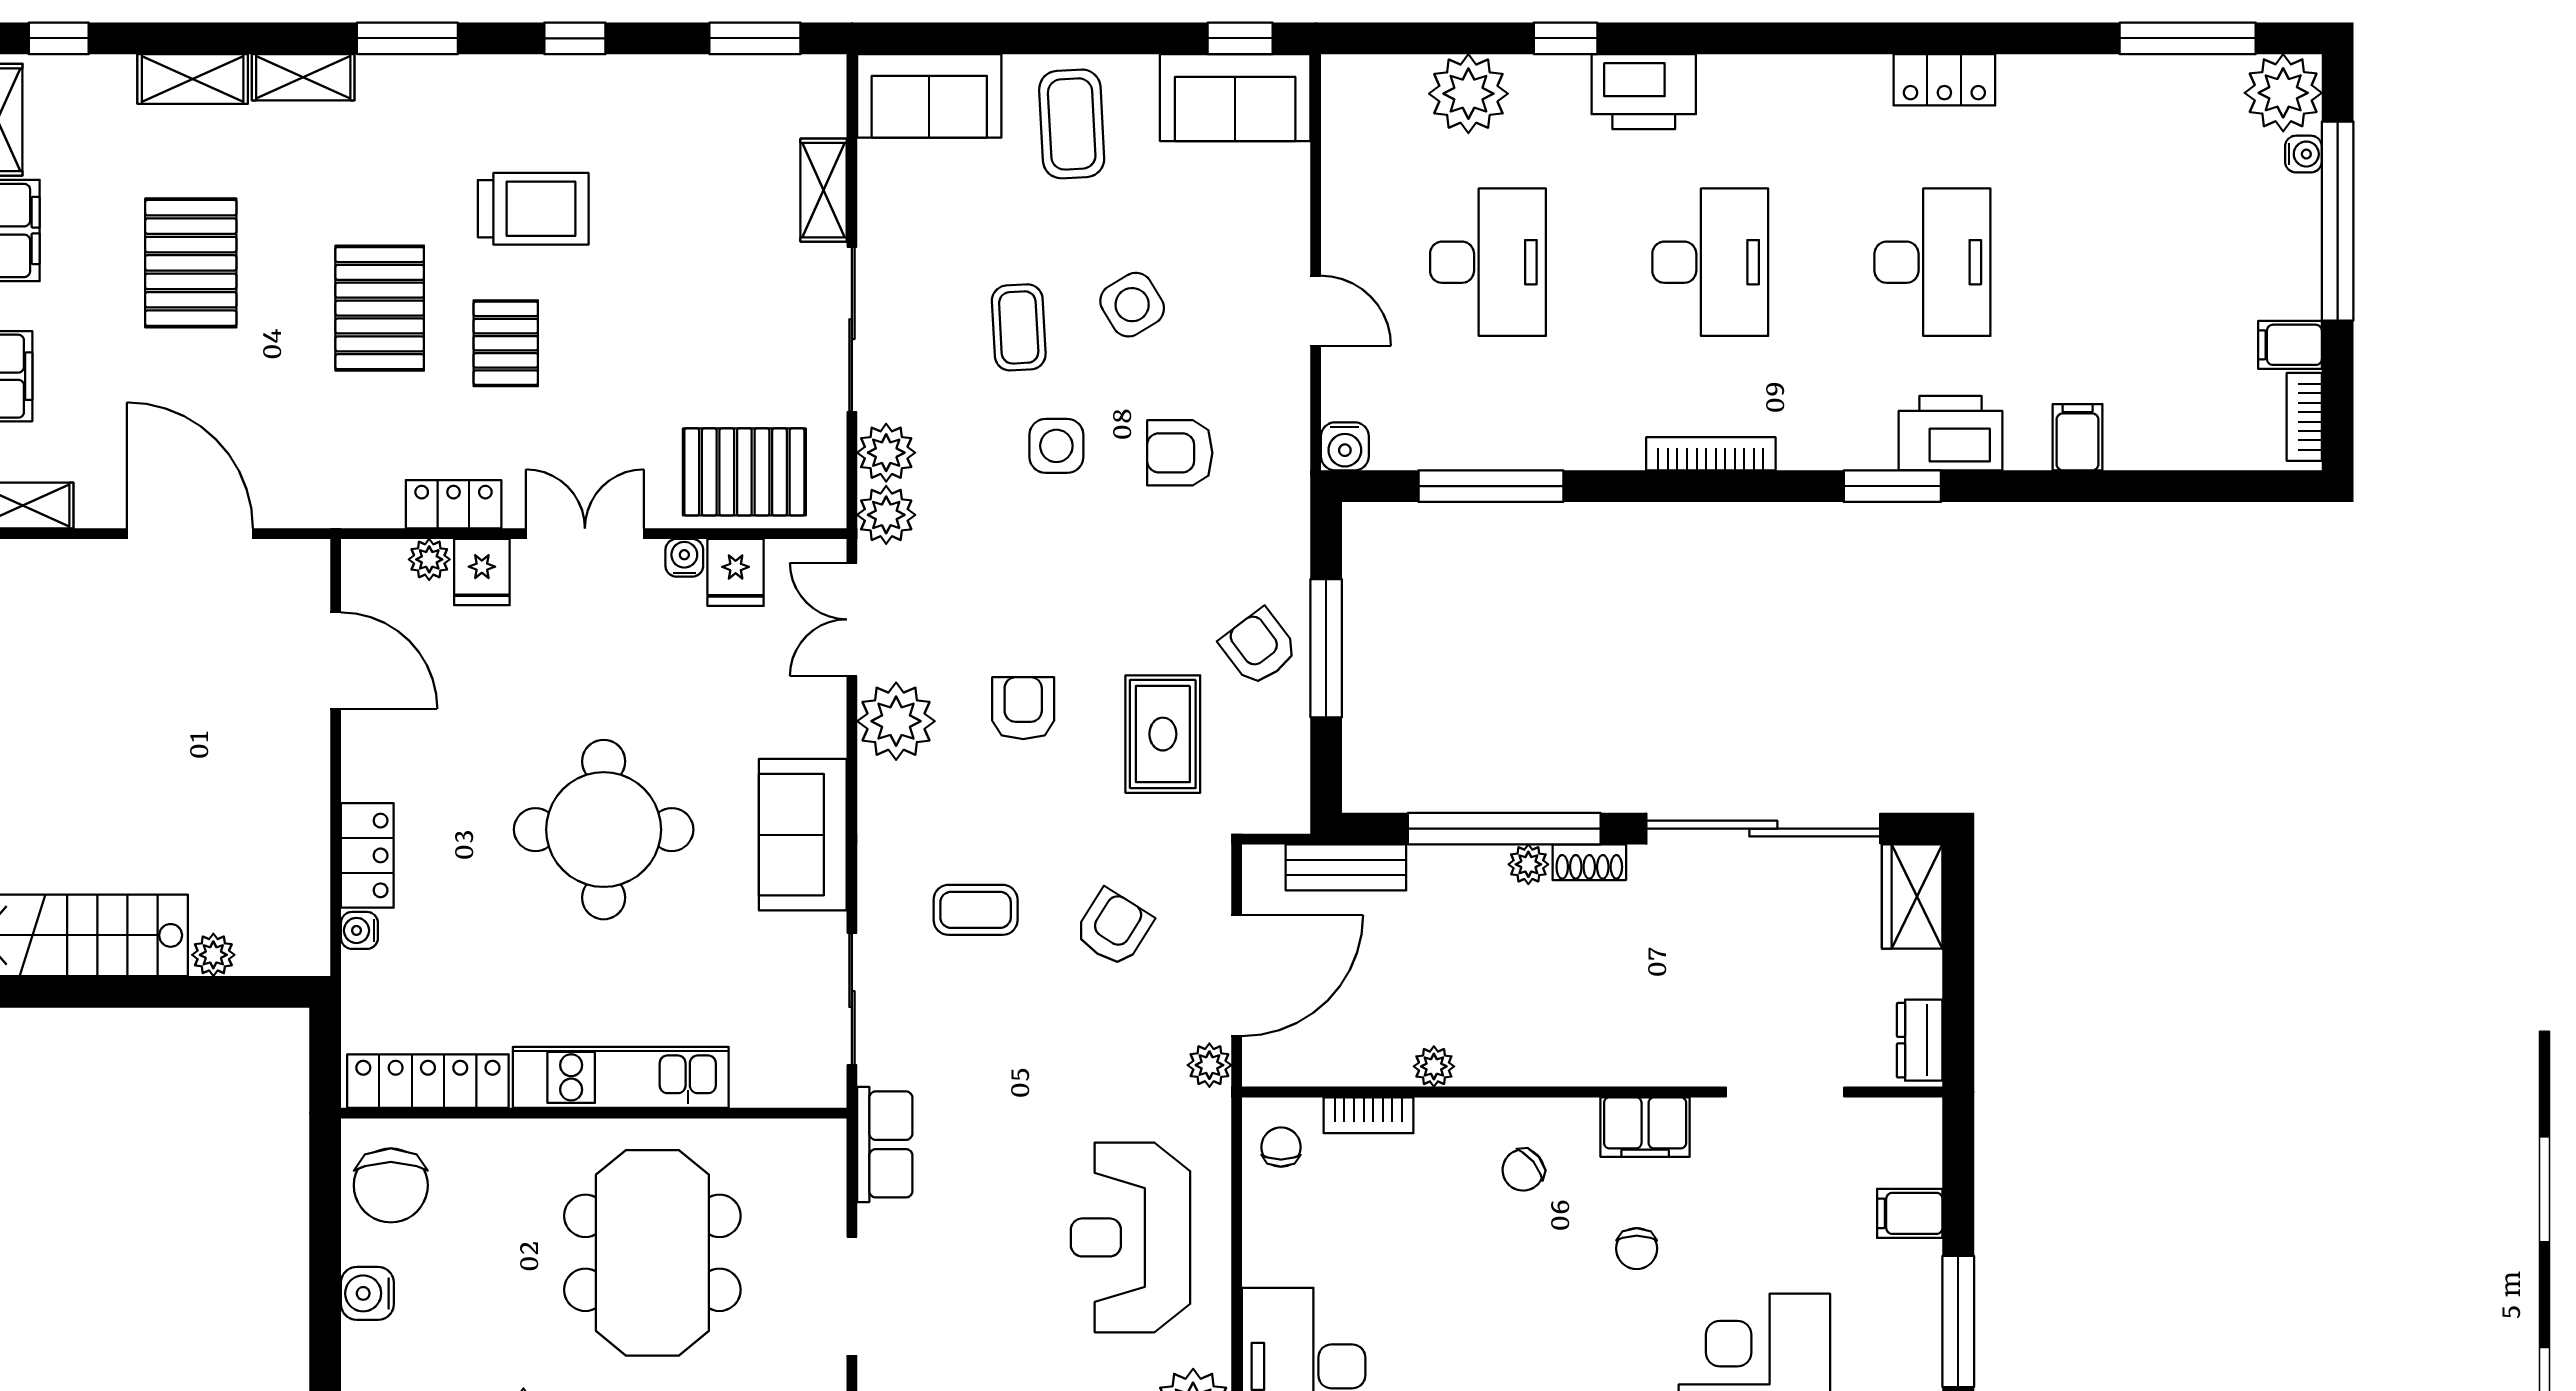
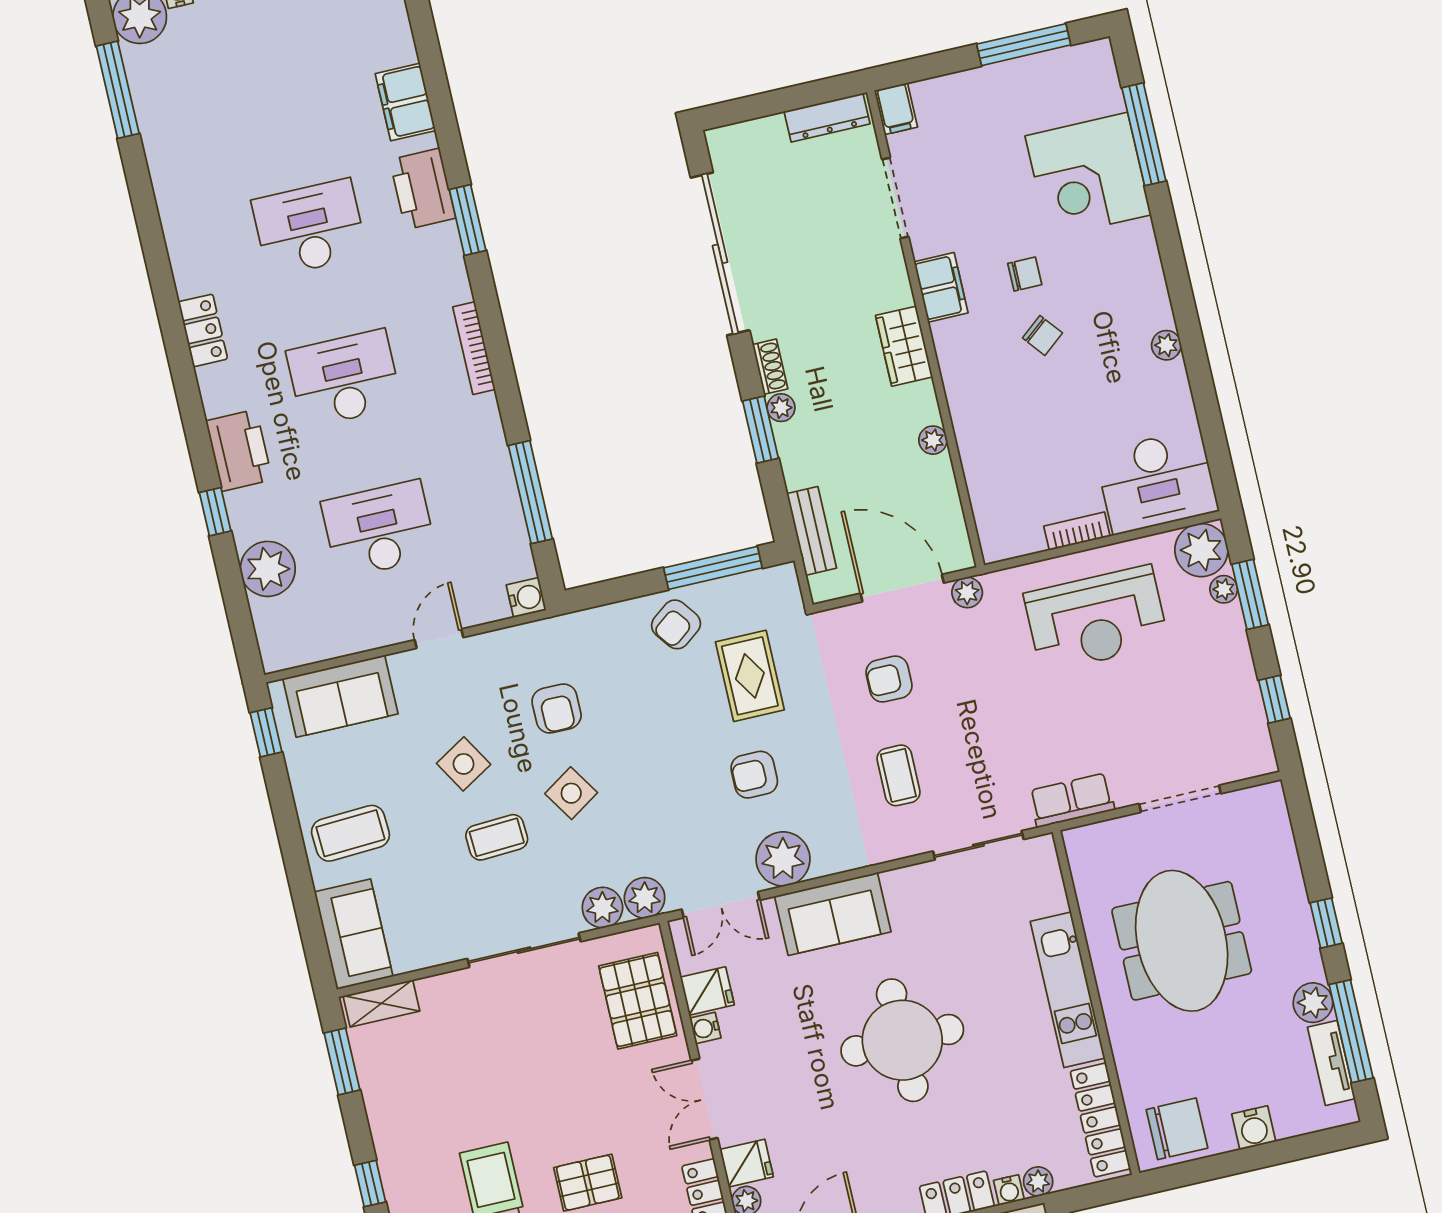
locker: (1944, 80) -> (203, 330), moved
sofa: (1235, 98) -> (340, 696), moved, turned 90
shelving: (824, 190) -> (381, 1003), moved
filing cabinet: (2078, 437) -> (405, 102), width x2.00
side table: (1056, 446) -> (571, 793), turned -33
window: (1326, 648) -> (713, 568), moved
rug: (1163, 734) -> (750, 676), turned 90
window: (1504, 829) -> (761, 430), width x0.47
sofa: (803, 835) -> (833, 914), moved
wardrobe: (1912, 897) -> (904, 346), moved, turned 90
armchair: (1113, 928) -> (889, 679), turned -32
plant: (362, 974) -> (1038, 1181), added
dresser: (1920, 1040) -> (827, 118), width x1.44
bookcase: (1368, 1115) -> (1077, 531), moved, turned -90
chair: (1281, 1147) -> (1012, 531), removed
chair: (1523, 1170) -> (1042, 335), moved
filing cabinet: (1910, 1213) -> (896, 109), moved
meeting table: (652, 1253) -> (1182, 941), turned 90

